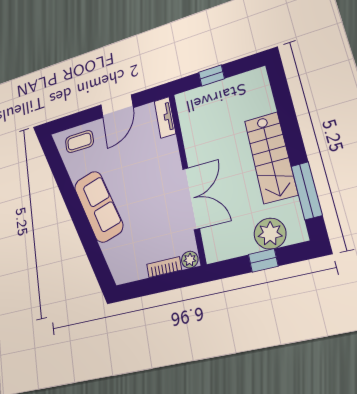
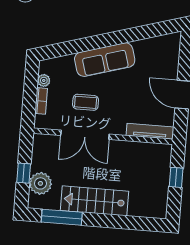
tv unit: (165, 117) -> (150, 131), width x1.41
coffee table: (79, 142) -> (86, 102), moved, turned 90
plant: (190, 260) -> (44, 80), moved

